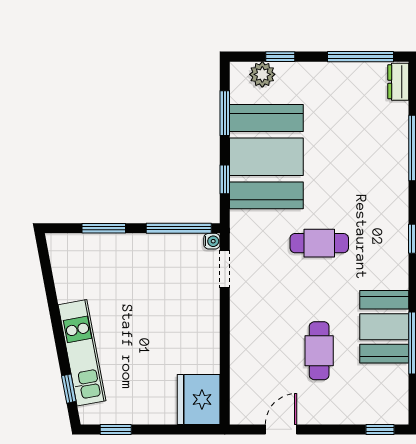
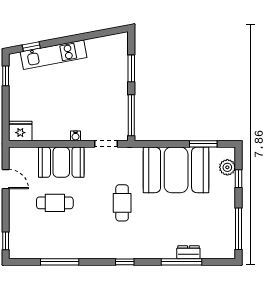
dresser: (398, 82) -> (188, 252), moved
window: (225, 179) -> (162, 144), removed
water cooler: (212, 241) -> (76, 136), moved
booth: (384, 327) -> (61, 162), moved
fridge: (199, 399) -> (20, 131), width x0.73, depth x0.75

